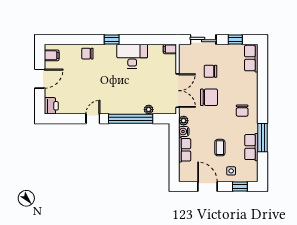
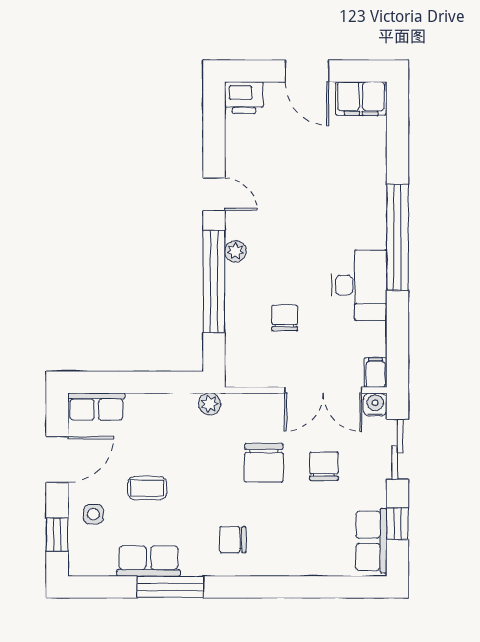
window: (112, 40) -> (397, 237), width x3.17
chair: (87, 54) -> (285, 318), moved
filing cabinet: (52, 55) -> (361, 99), width x2.00
row of seats: (251, 58) -> (371, 541), moved, turned -90
double door: (178, 91) -> (323, 390), moved
plant: (149, 110) -> (235, 251), moved
water cooler: (184, 131) -> (375, 405), moved
row of seats: (185, 150) -> (96, 406), moved

